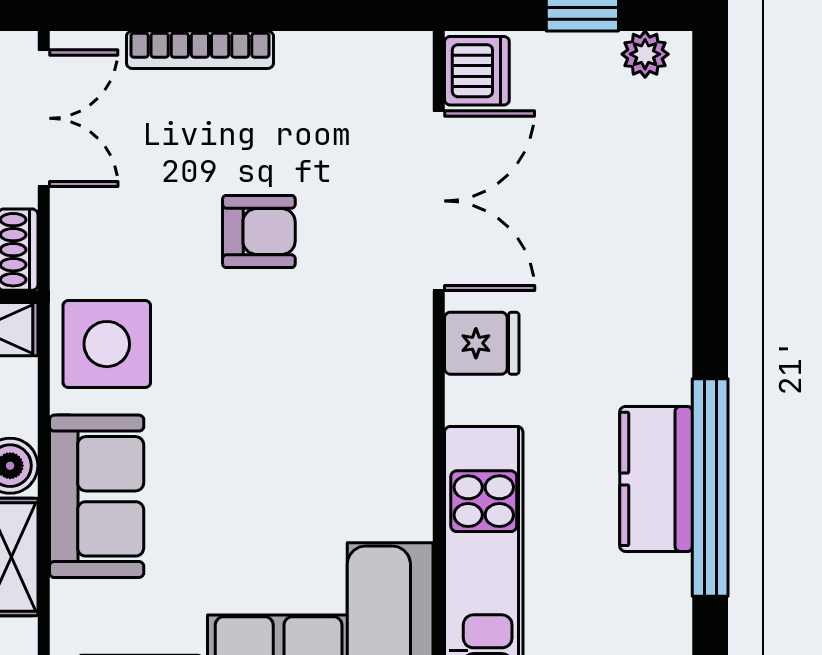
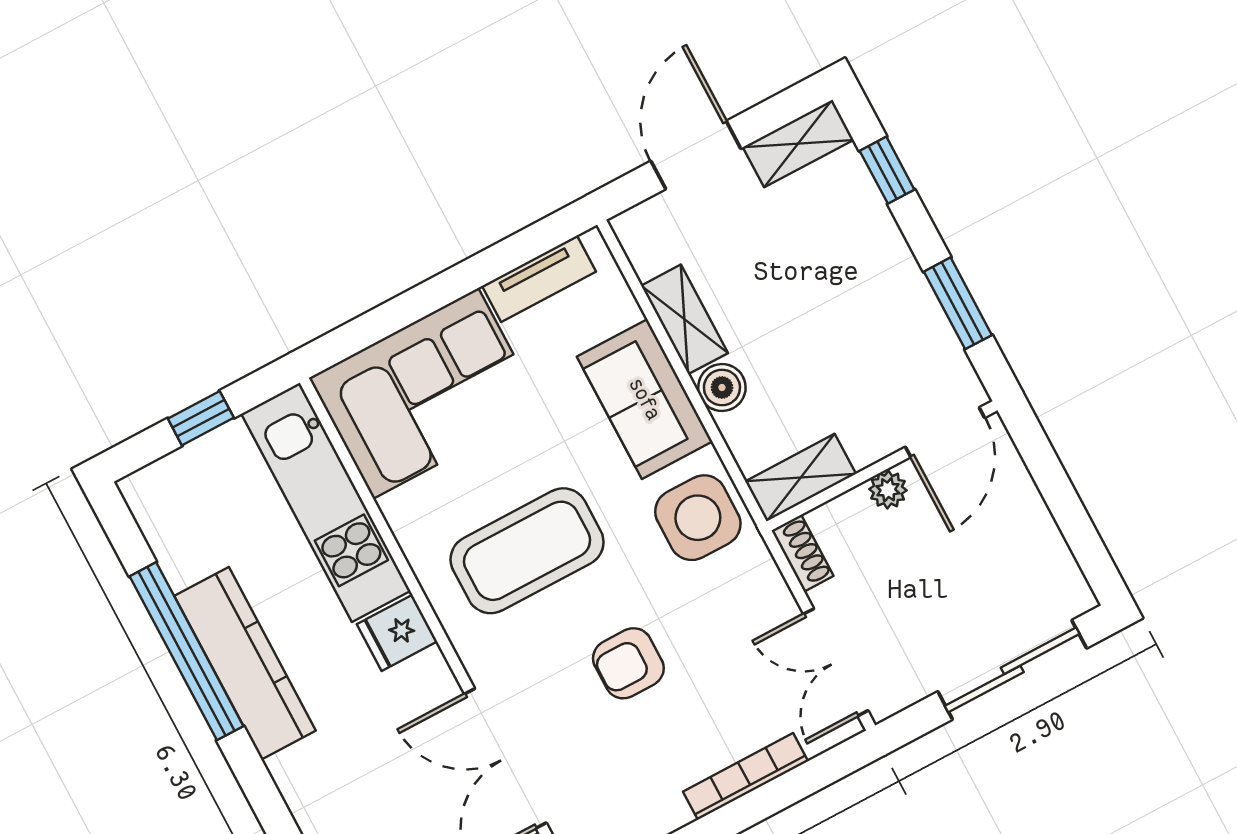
fridge: (482, 343) -> (397, 633), moved
coffee table: (302, 404) -> (527, 551), added
kitchen counter: (656, 479) -> (245, 663), width x1.50

